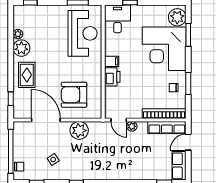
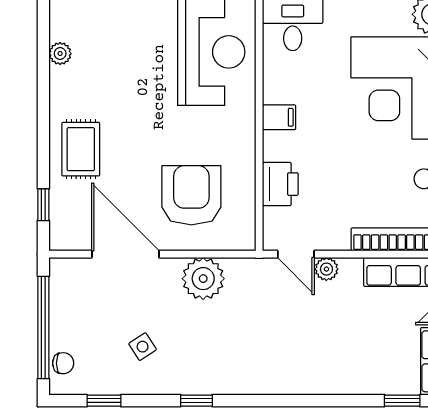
plant: (21, 48) -> (68, 86), removed
printer: (112, 77) -> (280, 184), moved
armchair: (74, 95) -> (191, 195), turned 90

